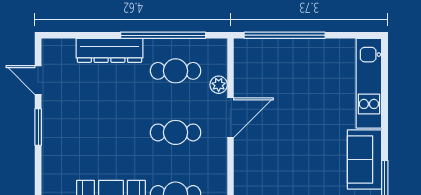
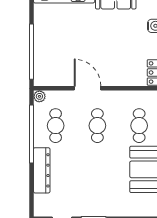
plant: (219, 85) -> (39, 96), moved

